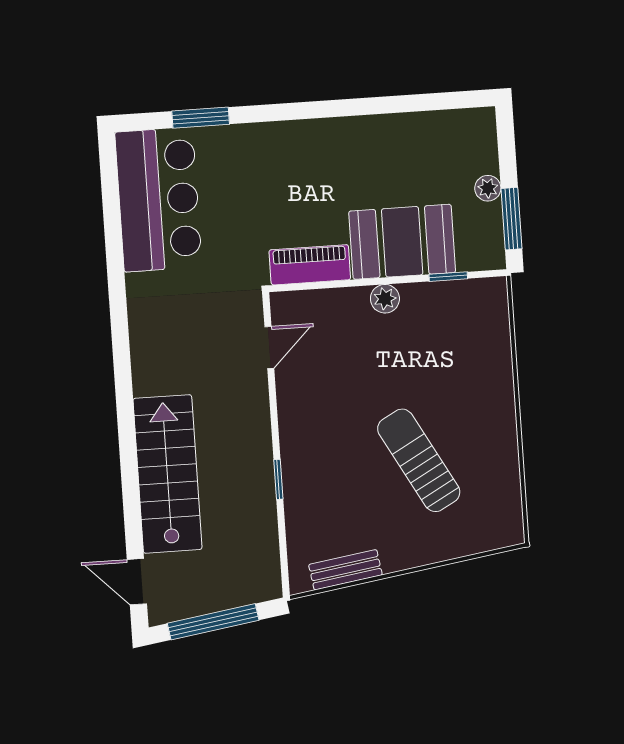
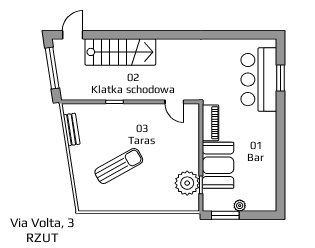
bar counter: (158, 200) -> (259, 80), moved, turned 90
plant: (385, 299) -> (187, 183), moved, width x1.87, depth x1.87

